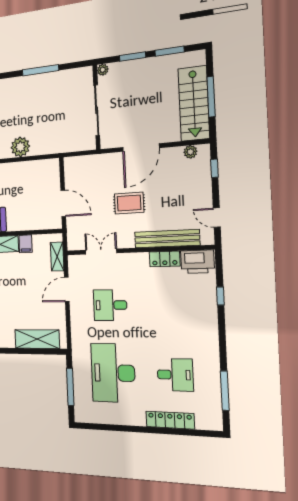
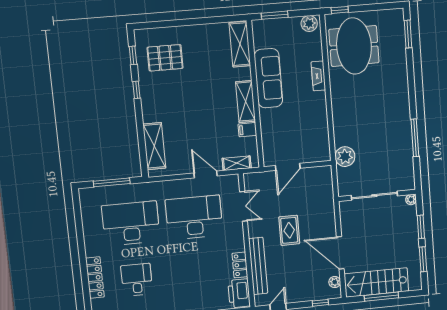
plant: (20, 147) -> (345, 157), moved
door: (141, 148) -> (340, 253), moved
desk: (110, 305) -> (194, 217), width x1.87, depth x1.30
desk: (175, 375) -> (137, 280), turned 180

